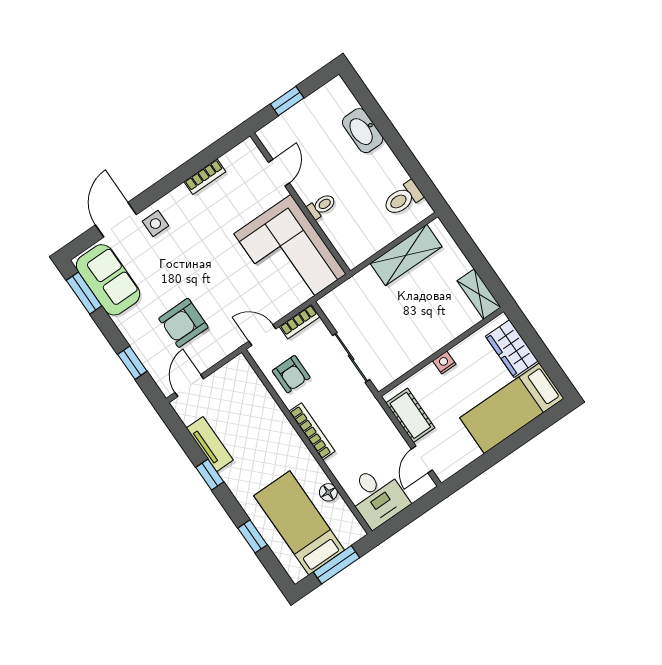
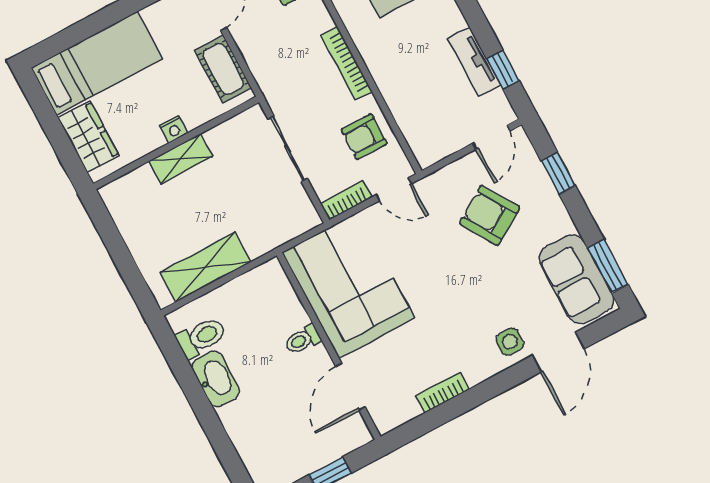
washbasin: (363, 131) -> (216, 379), moved
door: (279, 173) -> (350, 387), width x1.38
shelving: (479, 294) -> (181, 159), moved, turned 90
armchair: (183, 323) -> (490, 215), turned -122
armchair: (291, 374) -> (364, 137), turned -90
window: (210, 475) -> (503, 70), moved

